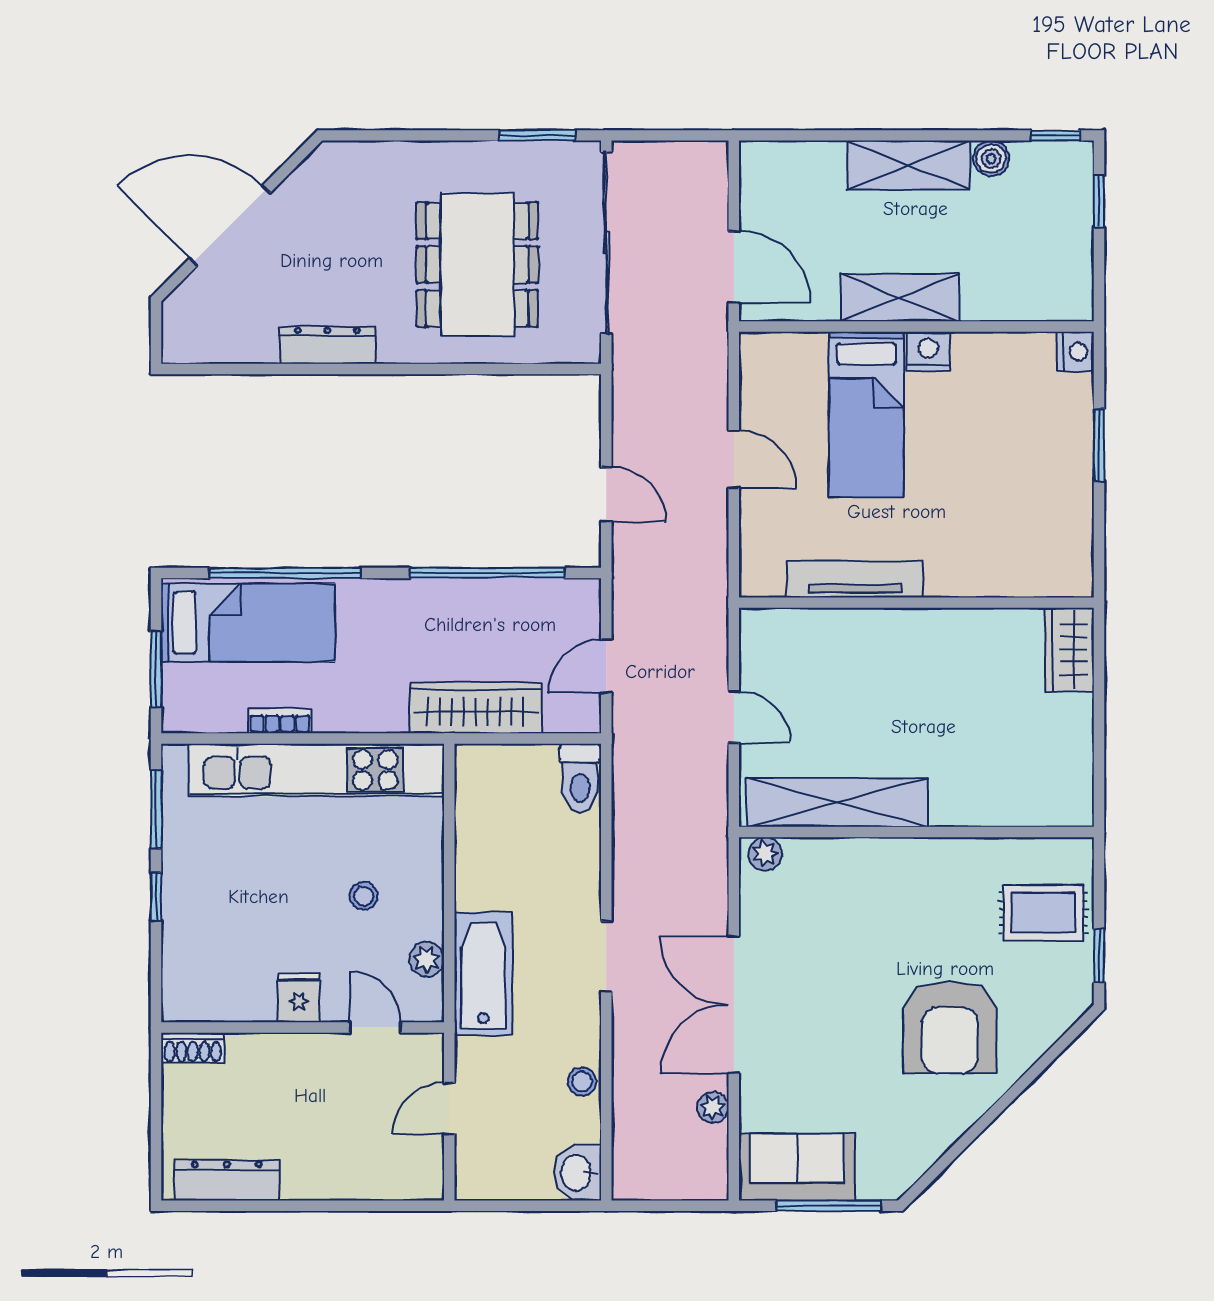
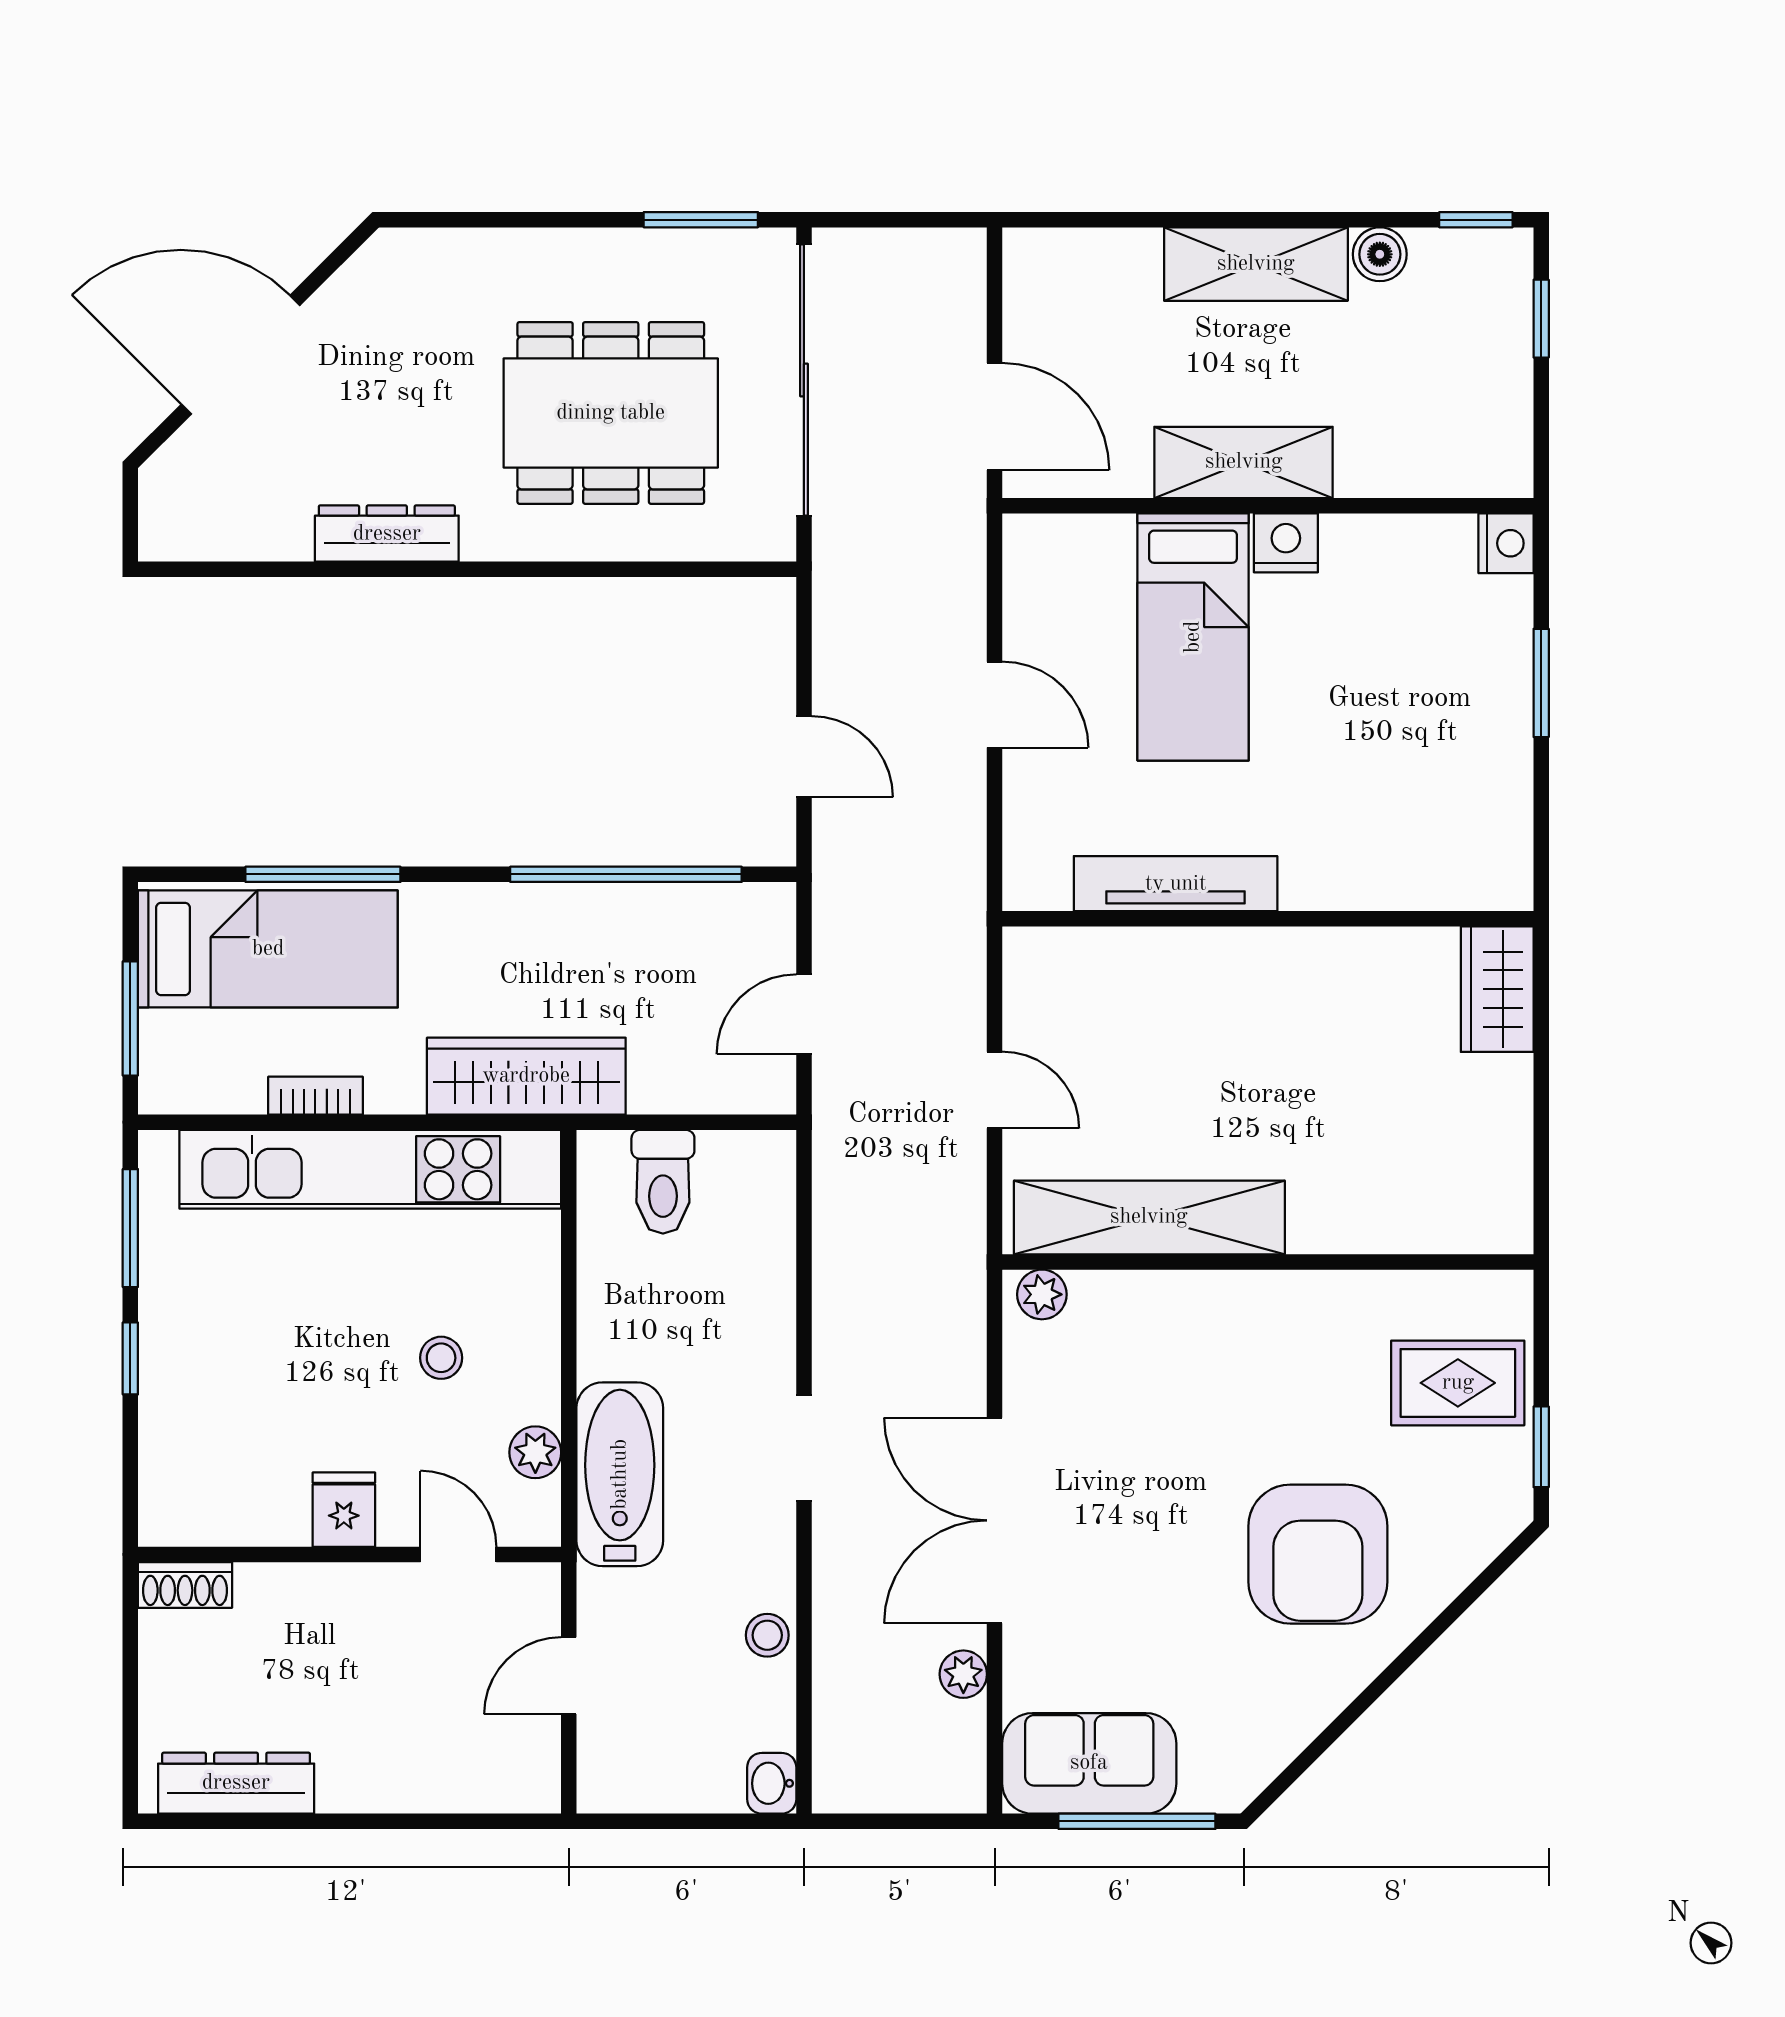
dining table: (477, 265) -> (611, 413), turned 90
window: (285, 573) -> (323, 874), width x0.68
wardrobe: (476, 708) -> (526, 1076), moved
toilet: (580, 778) -> (663, 1182), moved
washbasin: (577, 1173) -> (772, 1783), width x0.72, depth x0.69

